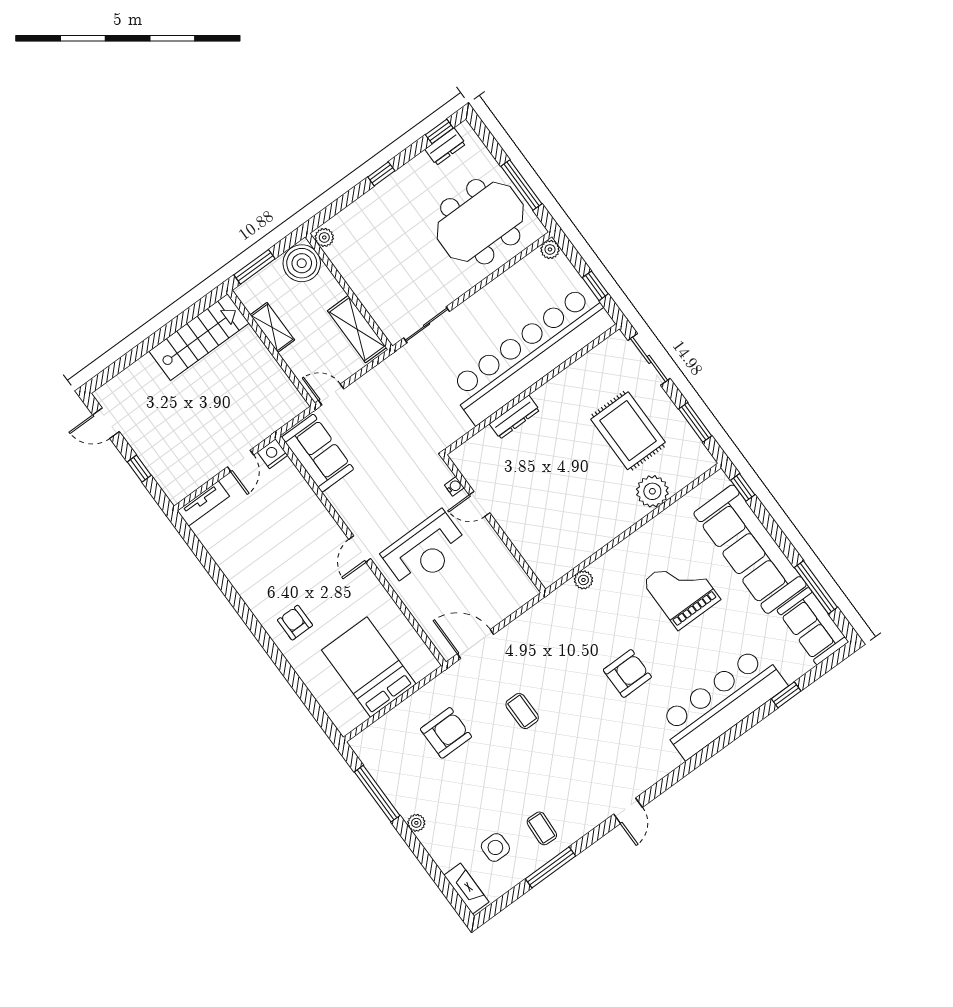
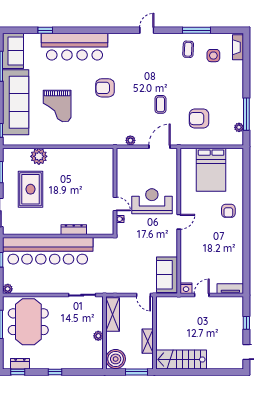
meeting table: (480, 222) -> (28, 322), turned 90
plant: (324, 237) -> (98, 336), moved
plant: (583, 580) -> (130, 140), moved
door: (475, 644) -> (159, 147), swing flipped
plant: (416, 823) -> (239, 127), moved

